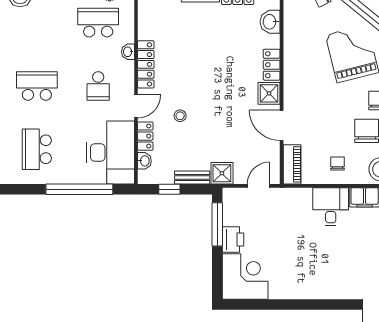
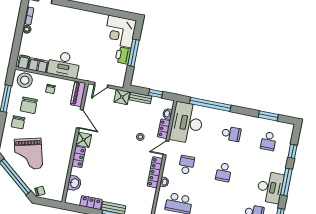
school desk: (37, 86) -> (224, 172), width x0.54
school desk: (37, 149) -> (231, 134), width x0.54
desk: (331, 207) -> (64, 64), width x1.37
window: (217, 224) -> (133, 53), moved

